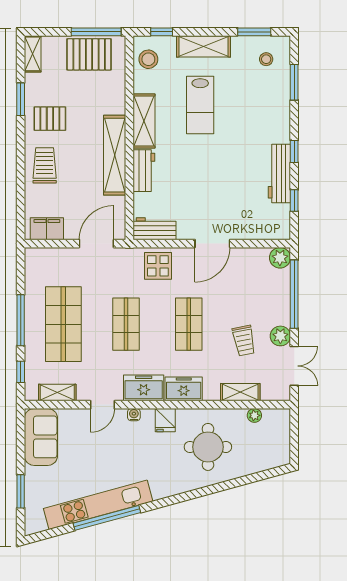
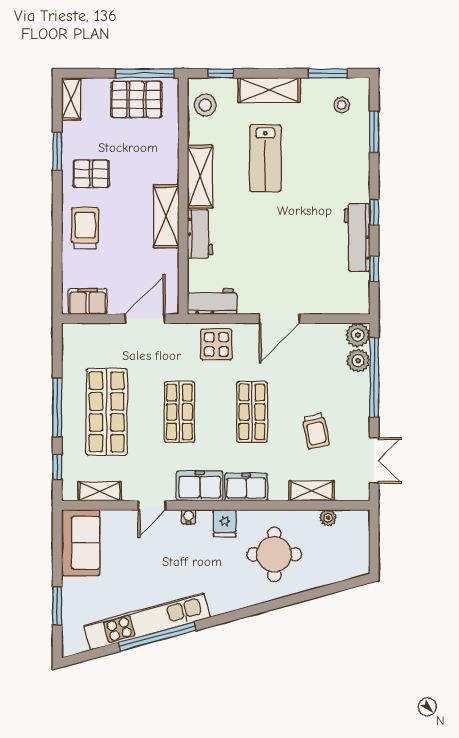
shelving: (115, 155) -> (166, 216), width x0.68
plant: (280, 336) -> (358, 360), moved

